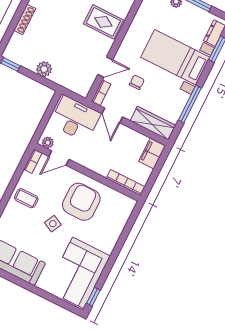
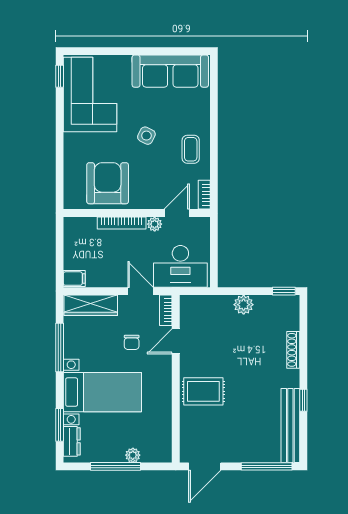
plant: (48, 143) -> (155, 224), moved
filing cabinet: (152, 154) -> (74, 279), width x0.50
bookcase: (126, 183) -> (122, 223), moved
coffee table: (26, 198) -> (191, 149), turned 90
armchair: (81, 202) -> (108, 183), moved, turned 180

